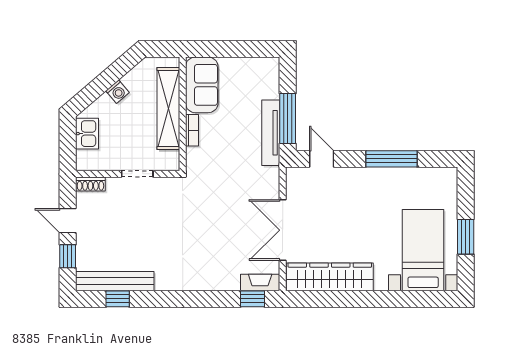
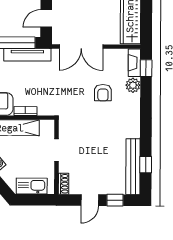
kitchen sink: (87, 134) -> (32, 186), width x1.38
double door: (283, 230) -> (81, 46), moved
armchair: (218, 239) -> (103, 93), added
plant: (229, 281) -> (133, 85), added

